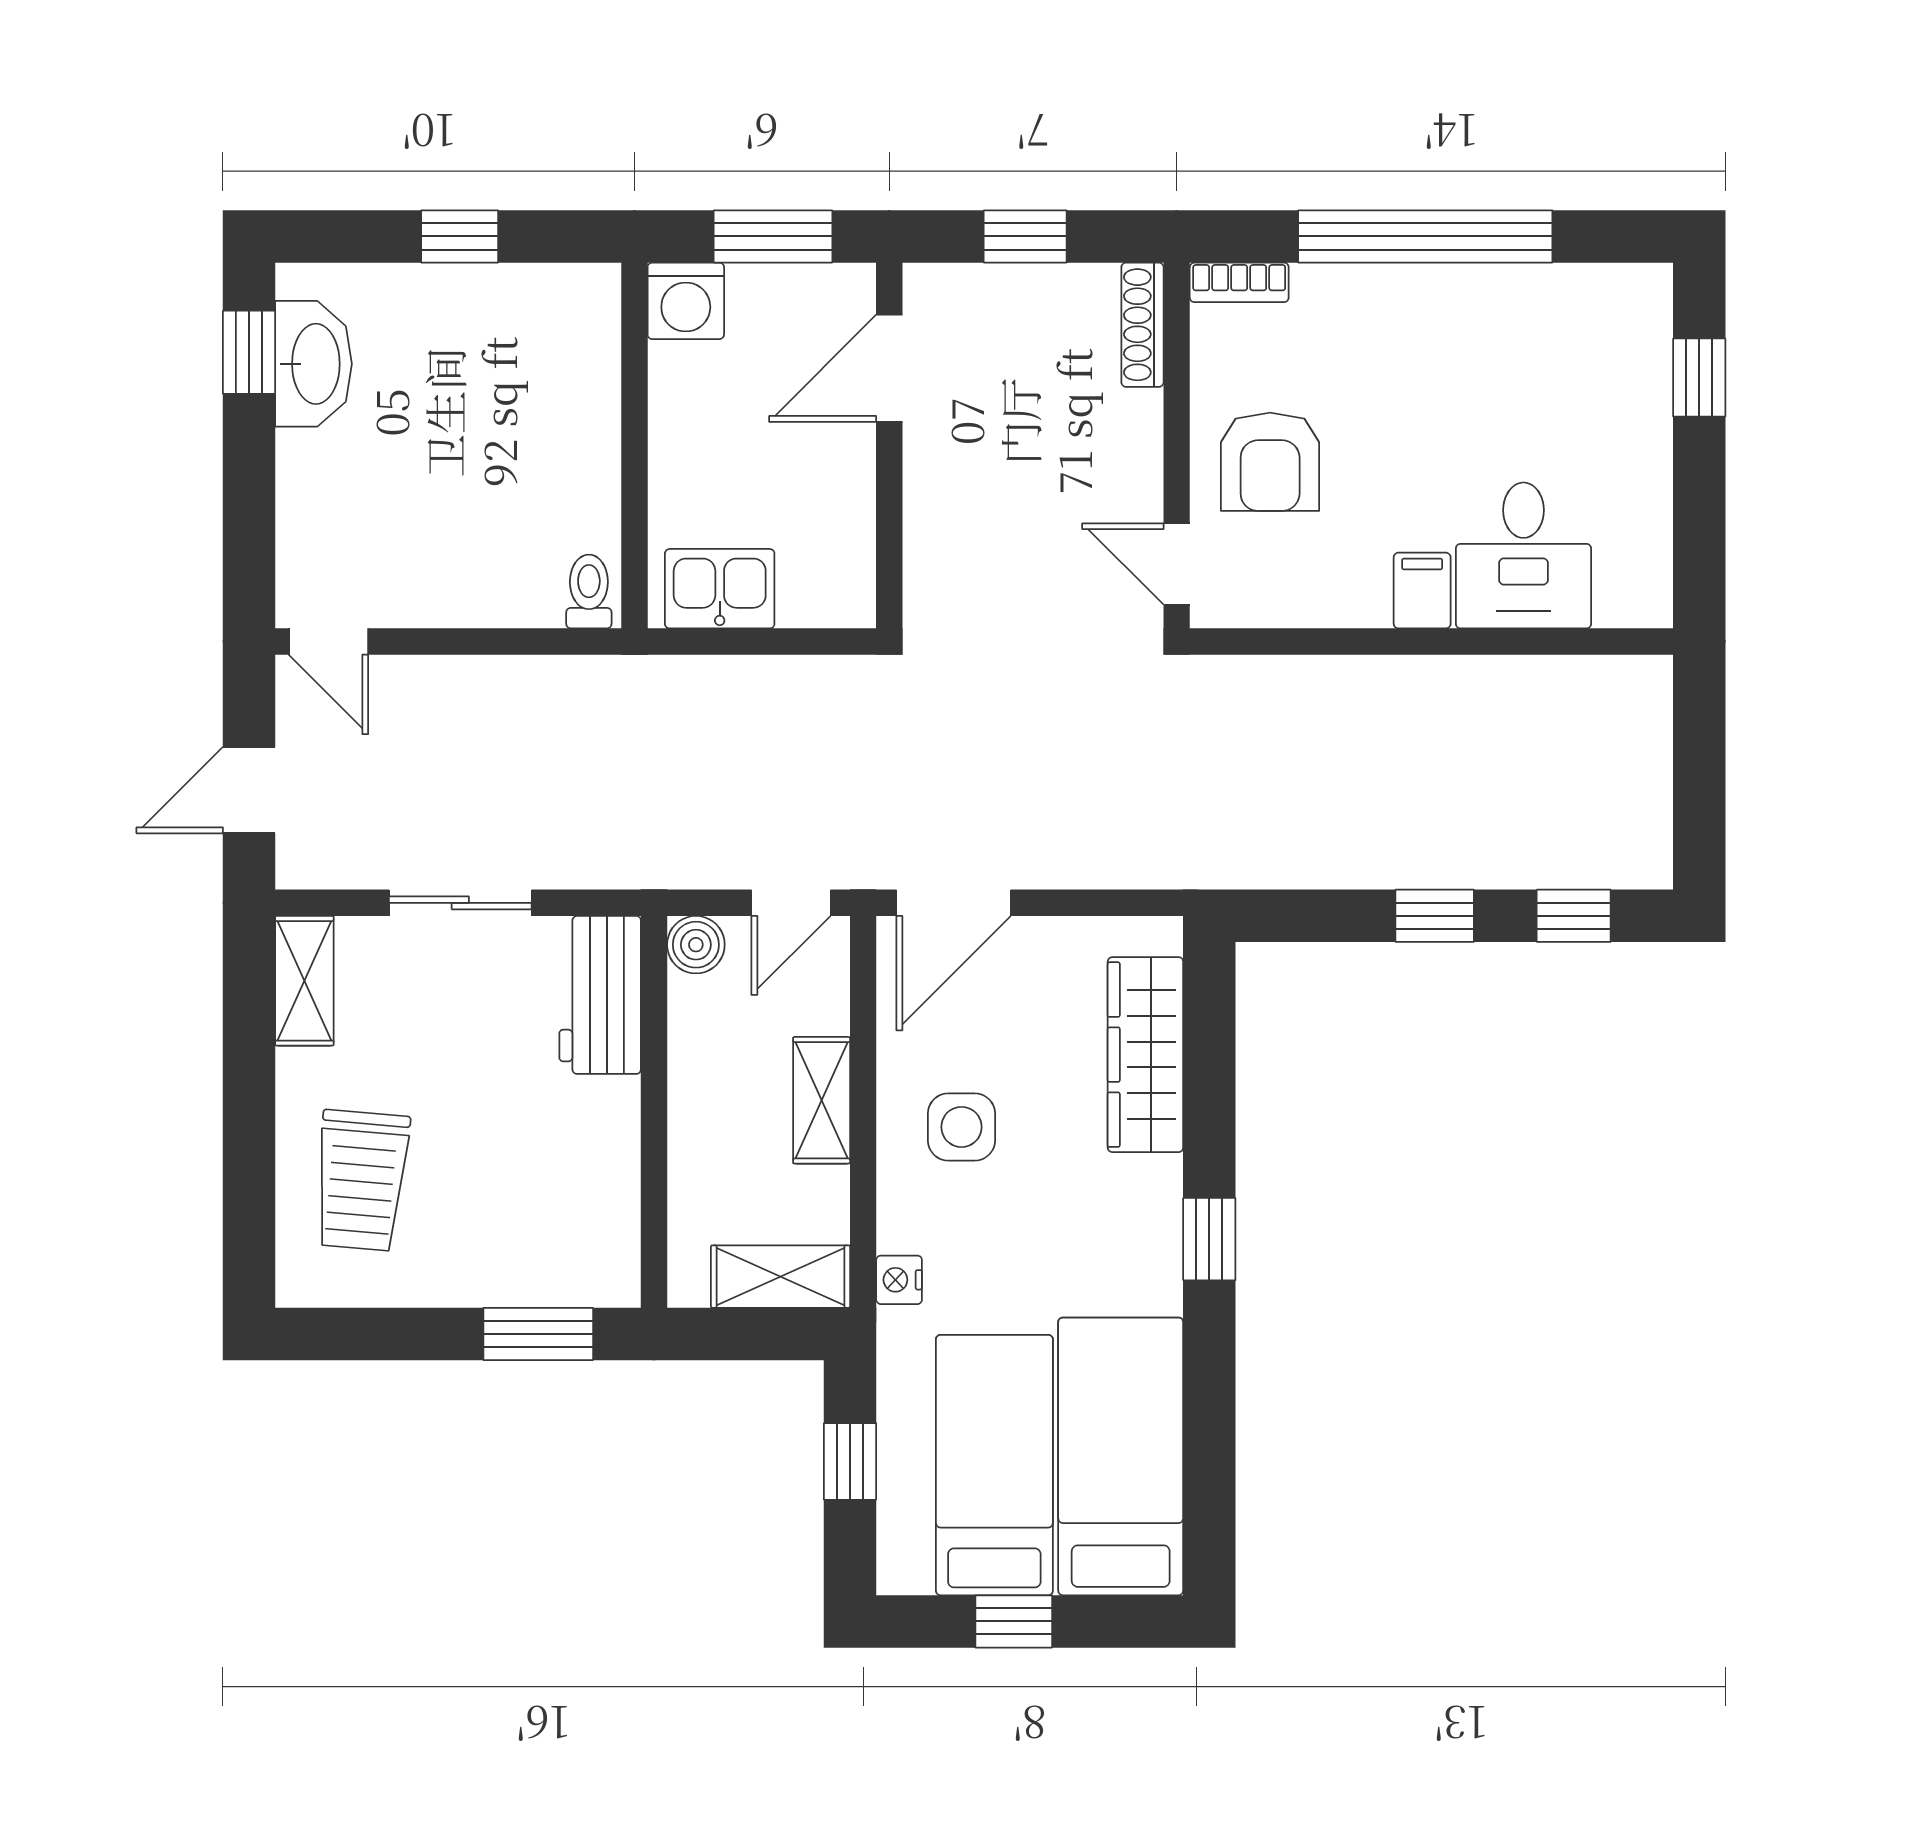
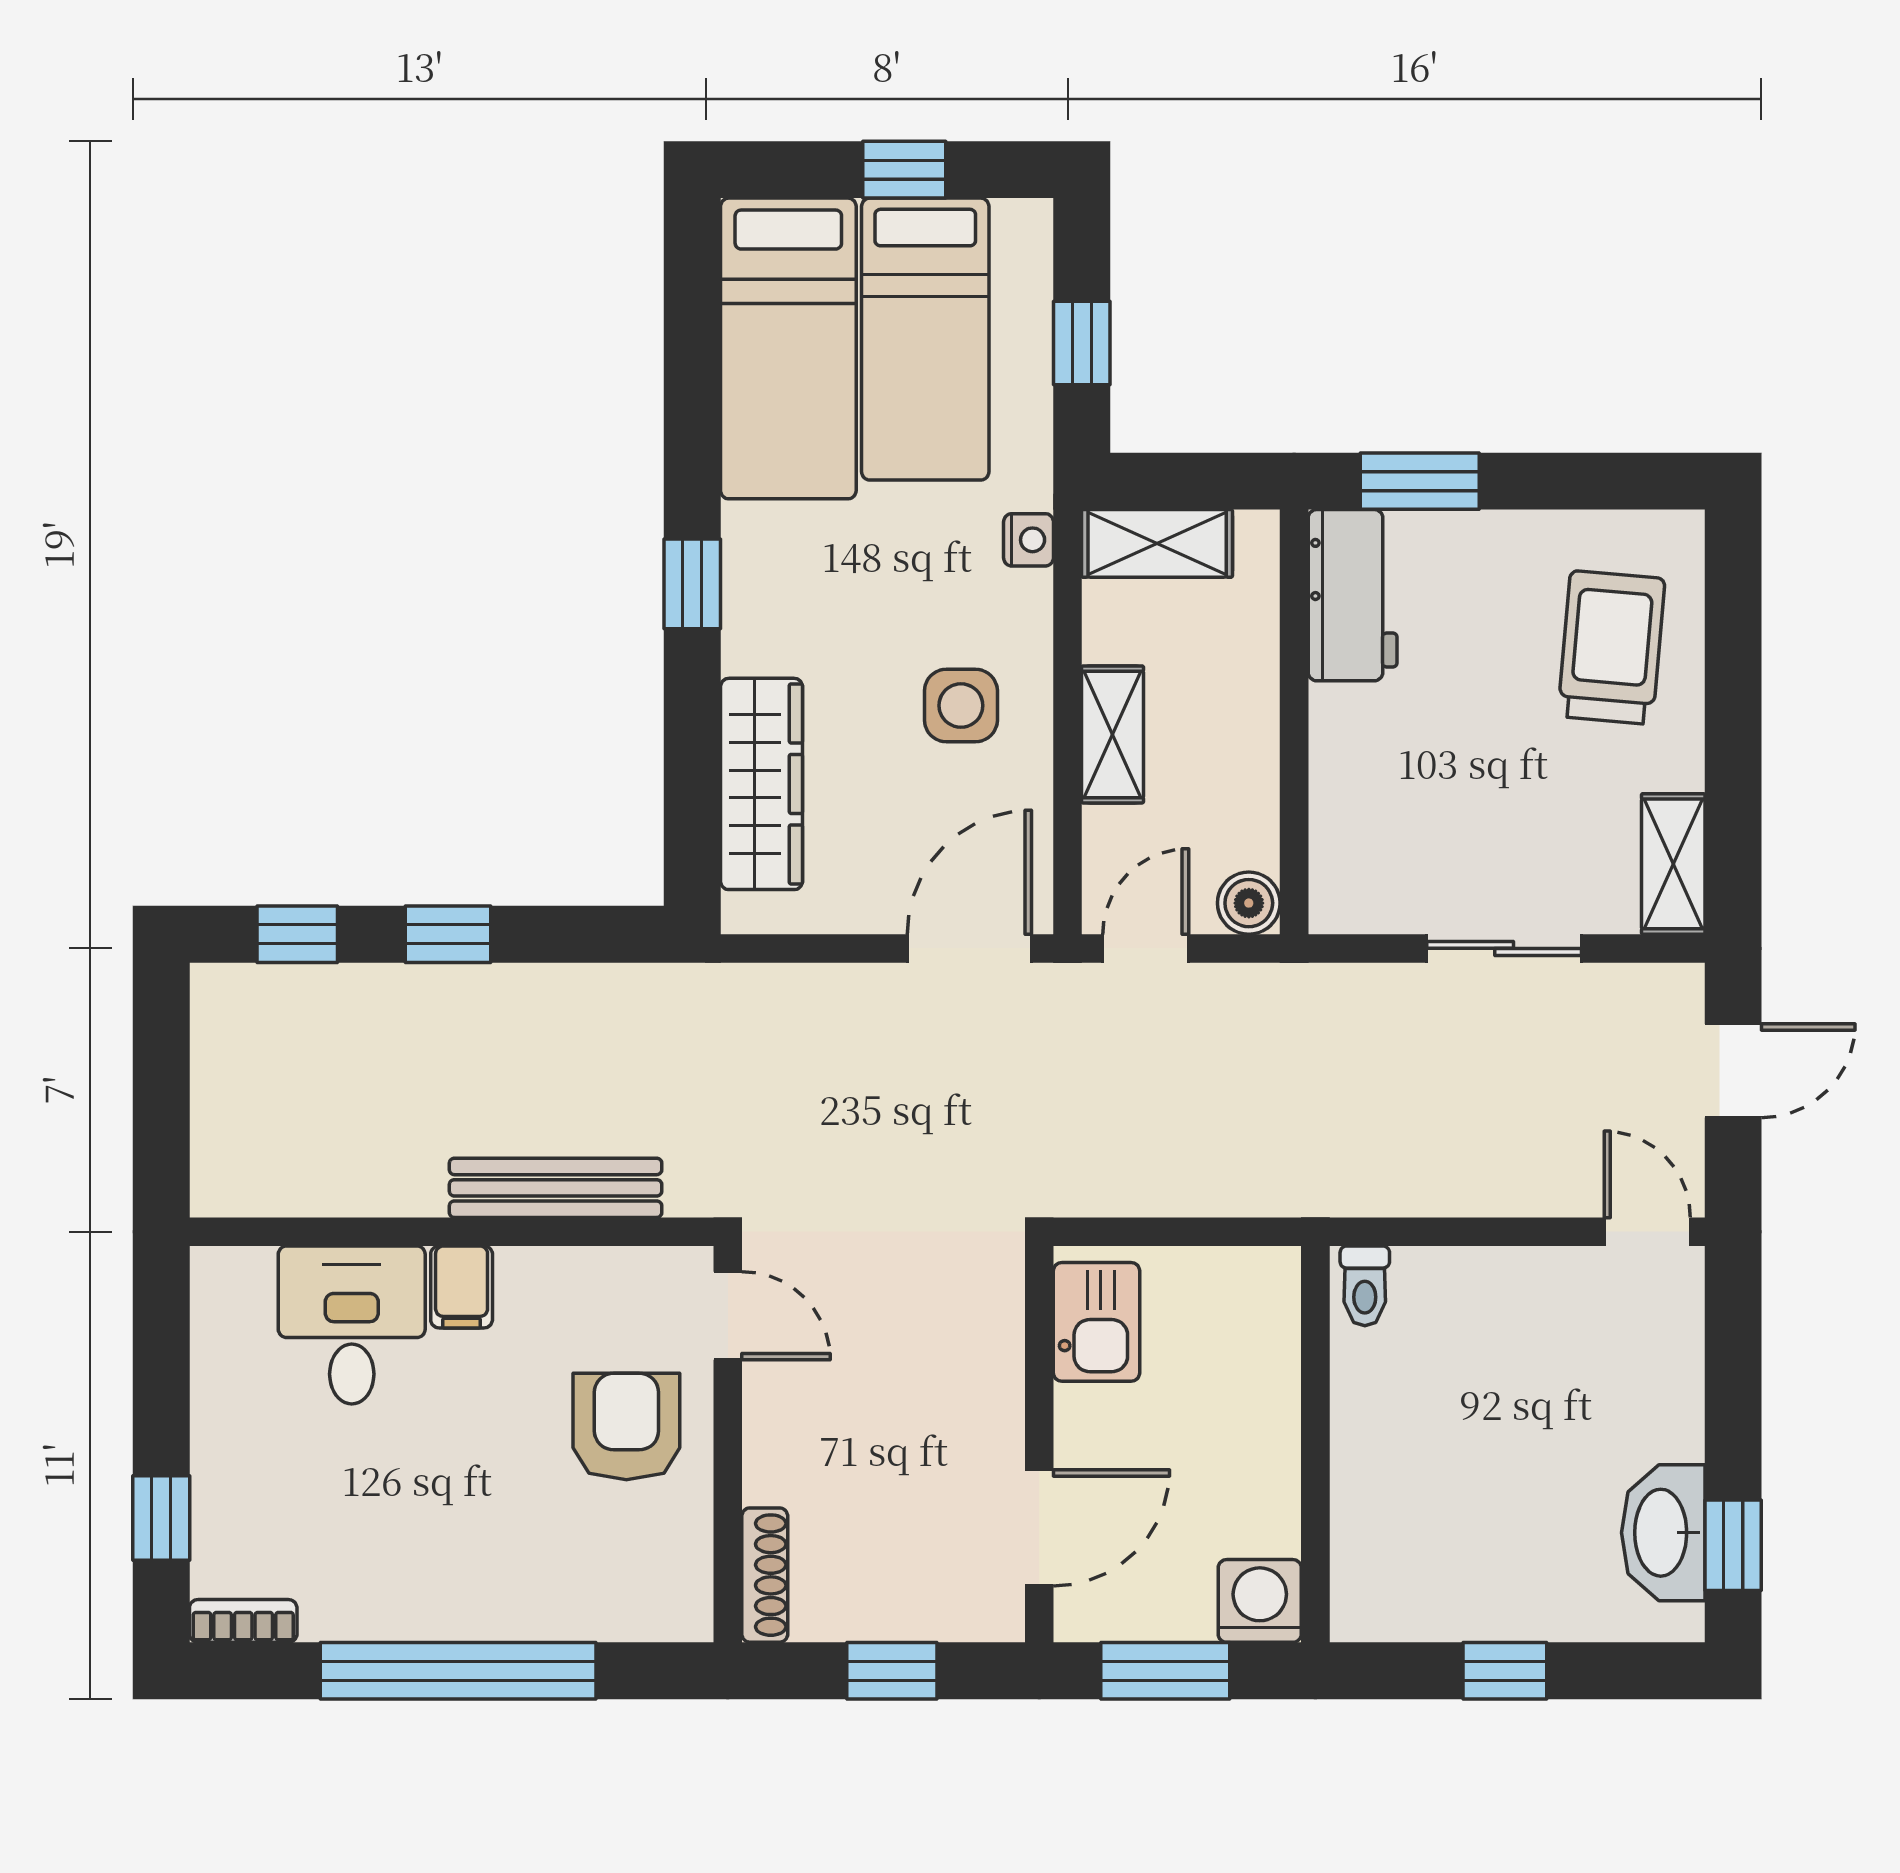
bookcase: (1239, 282) -> (243, 1621), moved
kitchen sink: (720, 589) -> (1096, 1322), moved, turned -90
bench: (1335, 682) -> (556, 1188), added
workbench: (600, 995) -> (1353, 595), moved

